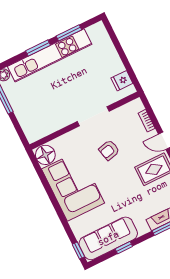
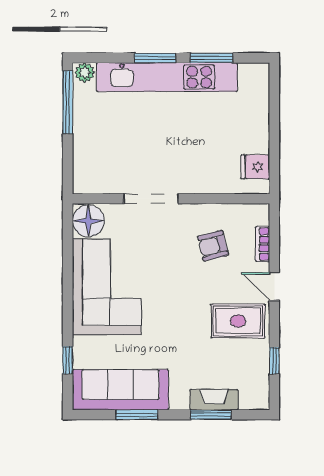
doorway: (93, 116) -> (151, 199), moved
armchair: (109, 150) -> (213, 246), moved
window: (124, 248) -> (137, 415), width x1.50
window: (78, 250) -> (68, 360), moved

